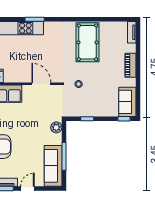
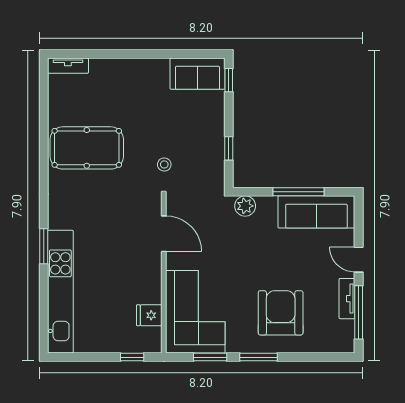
piano: (130, 65) -> (130, 68), removed
door: (41, 84) -> (164, 234), swing flipped

